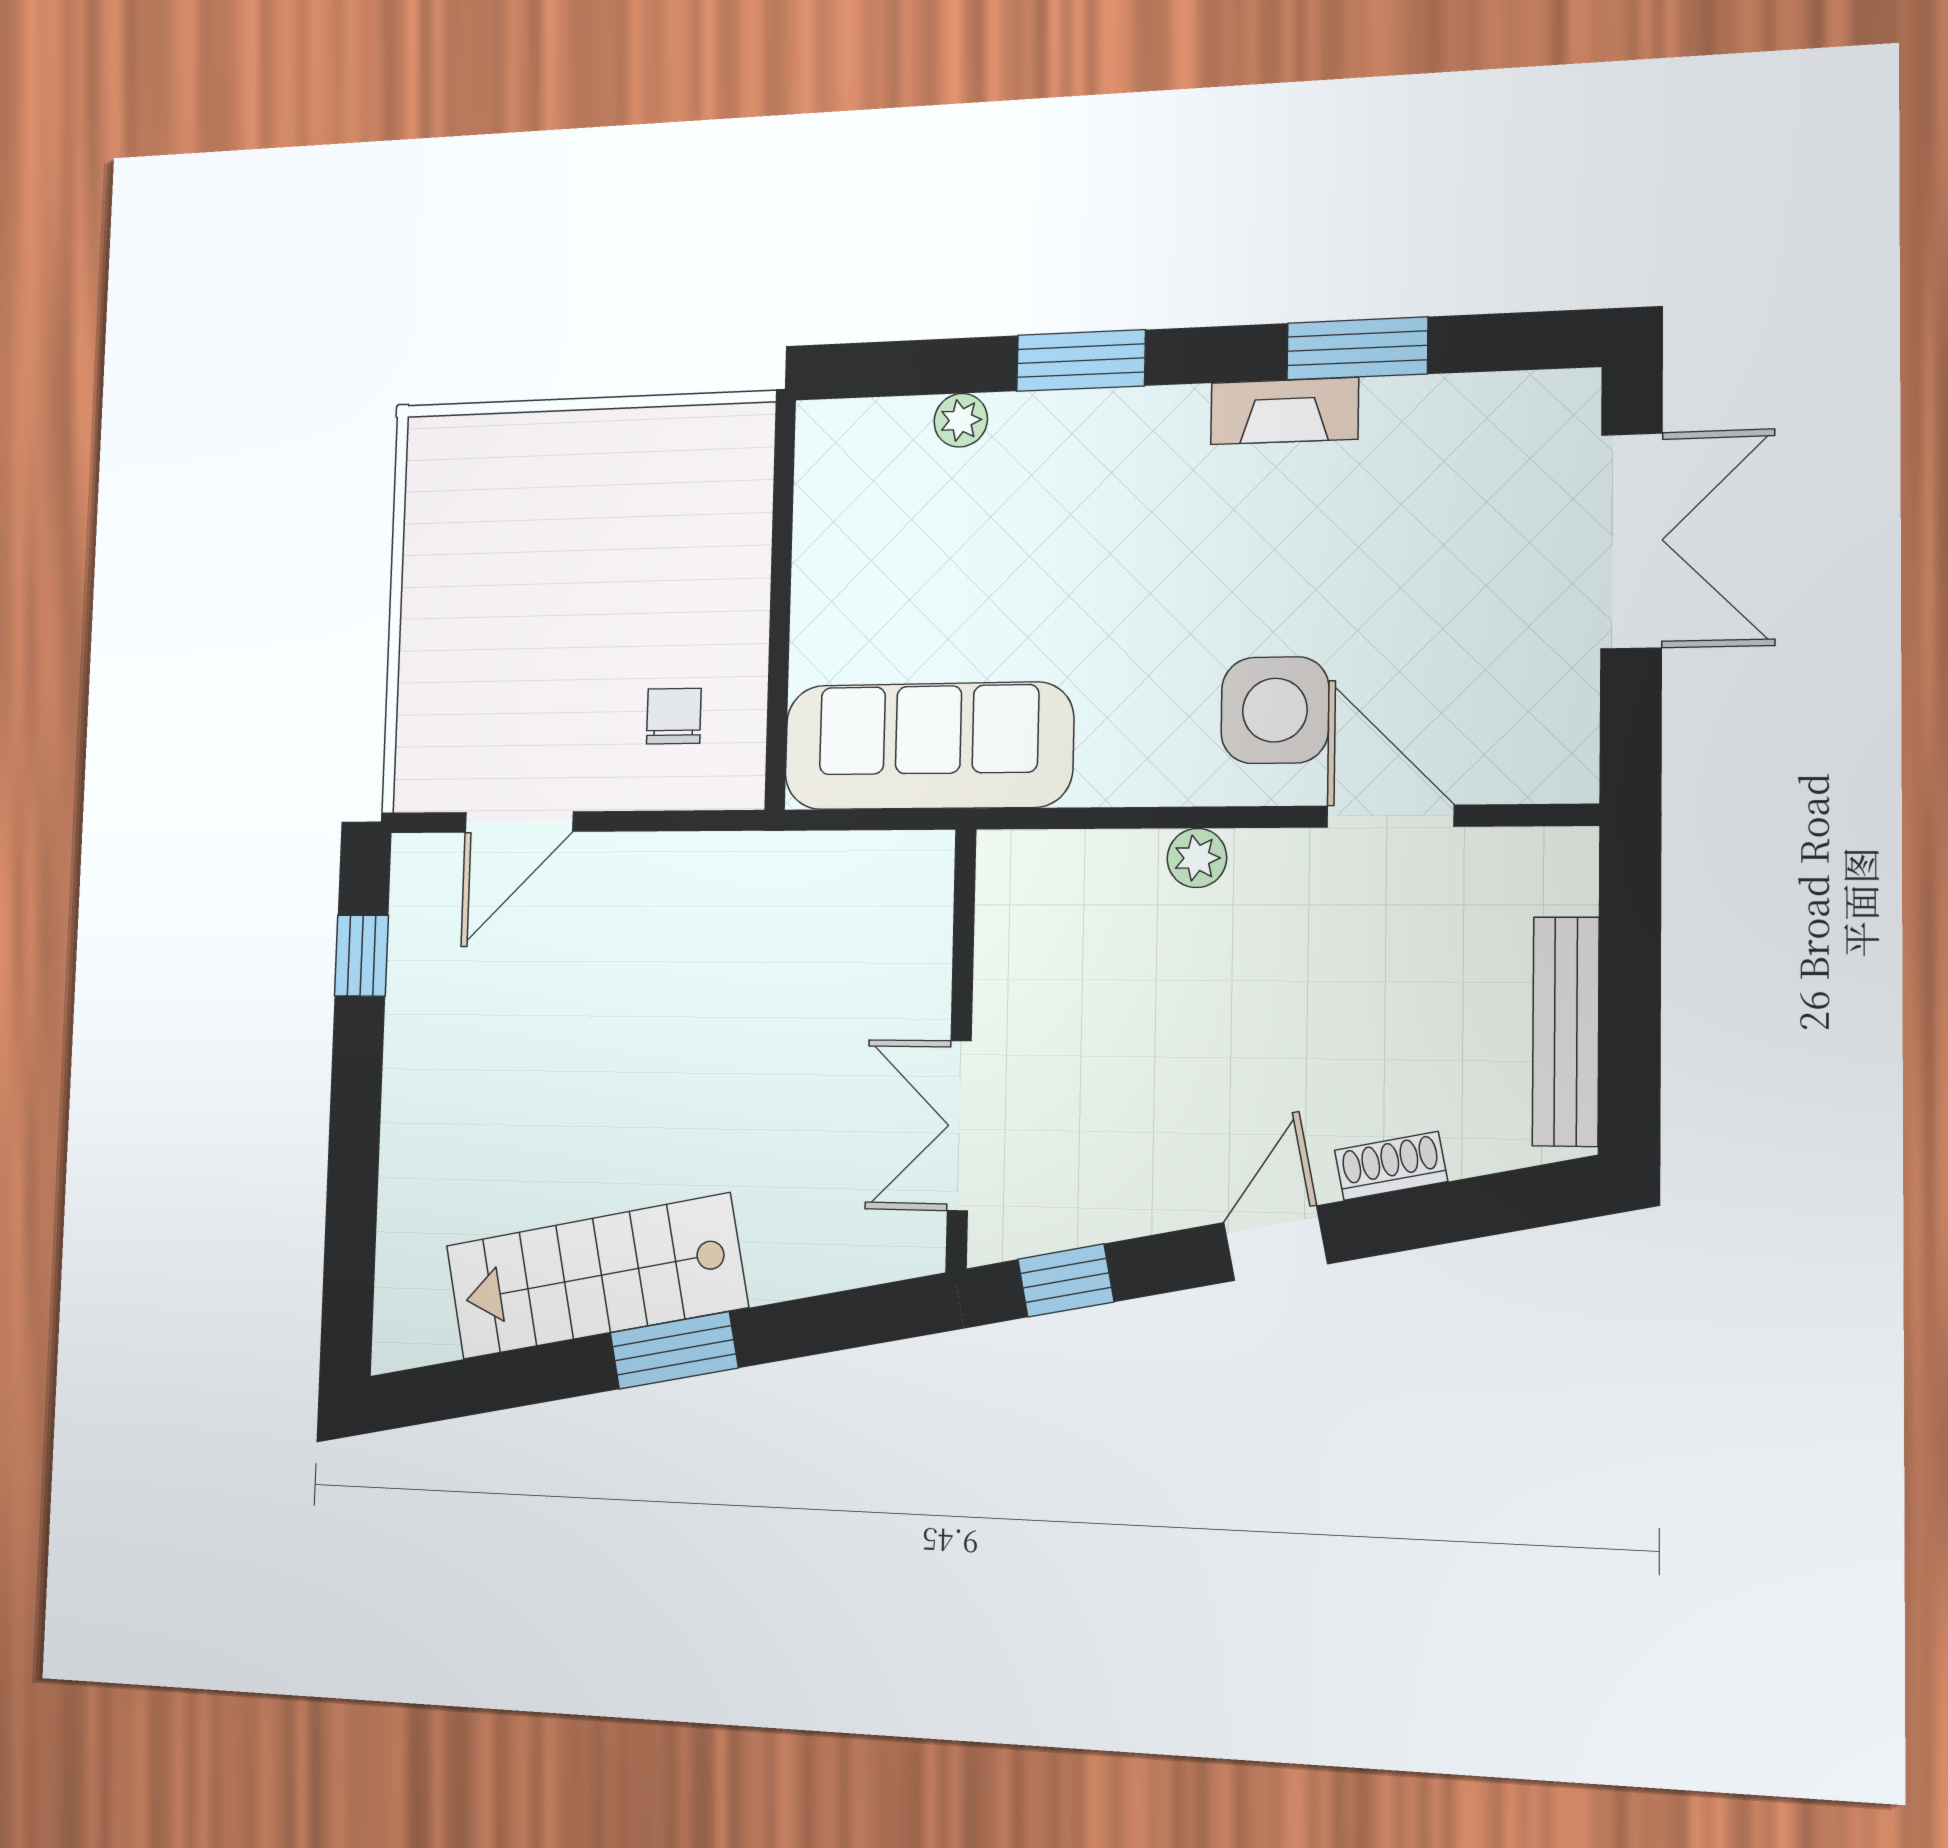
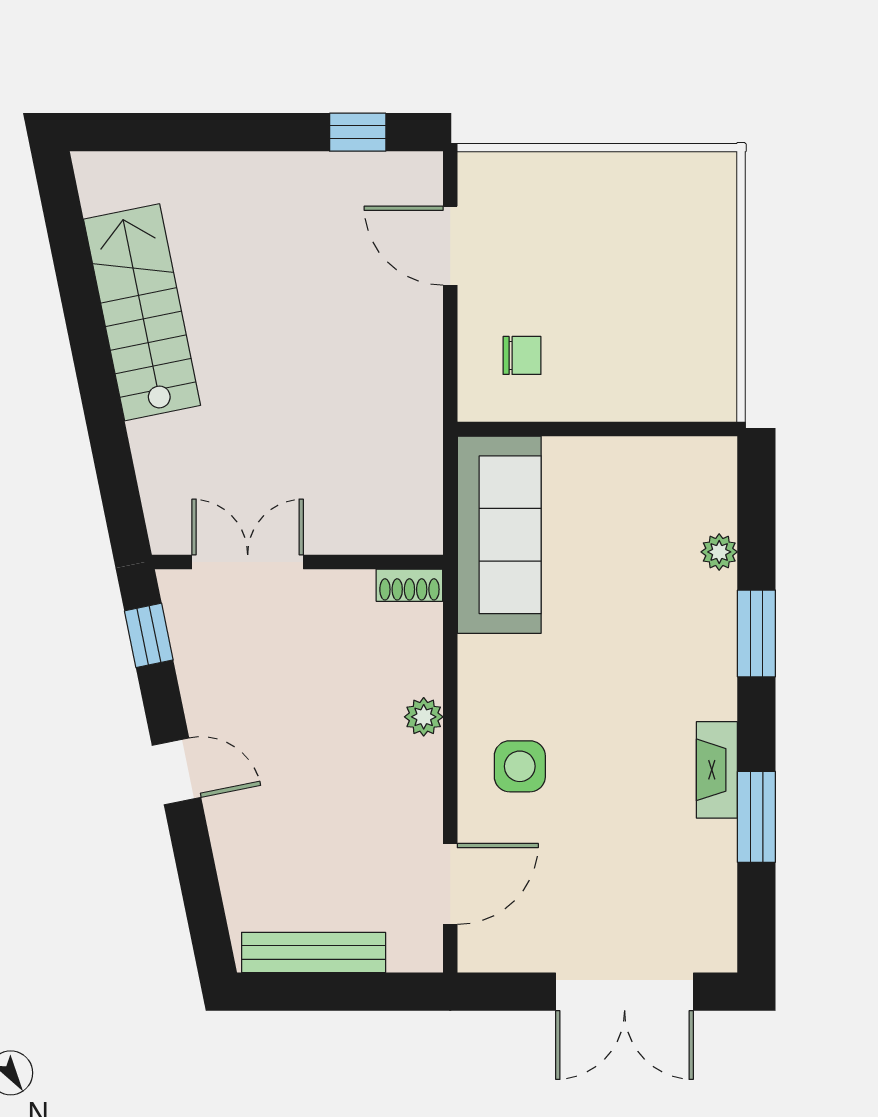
side table: (1275, 710) -> (520, 766), width x0.73, depth x0.73
door: (1390, 816) -> (450, 884), moved
shoe rack: (1391, 1166) -> (409, 585), moved, turned 102
window: (674, 1350) -> (95, 369), removed

